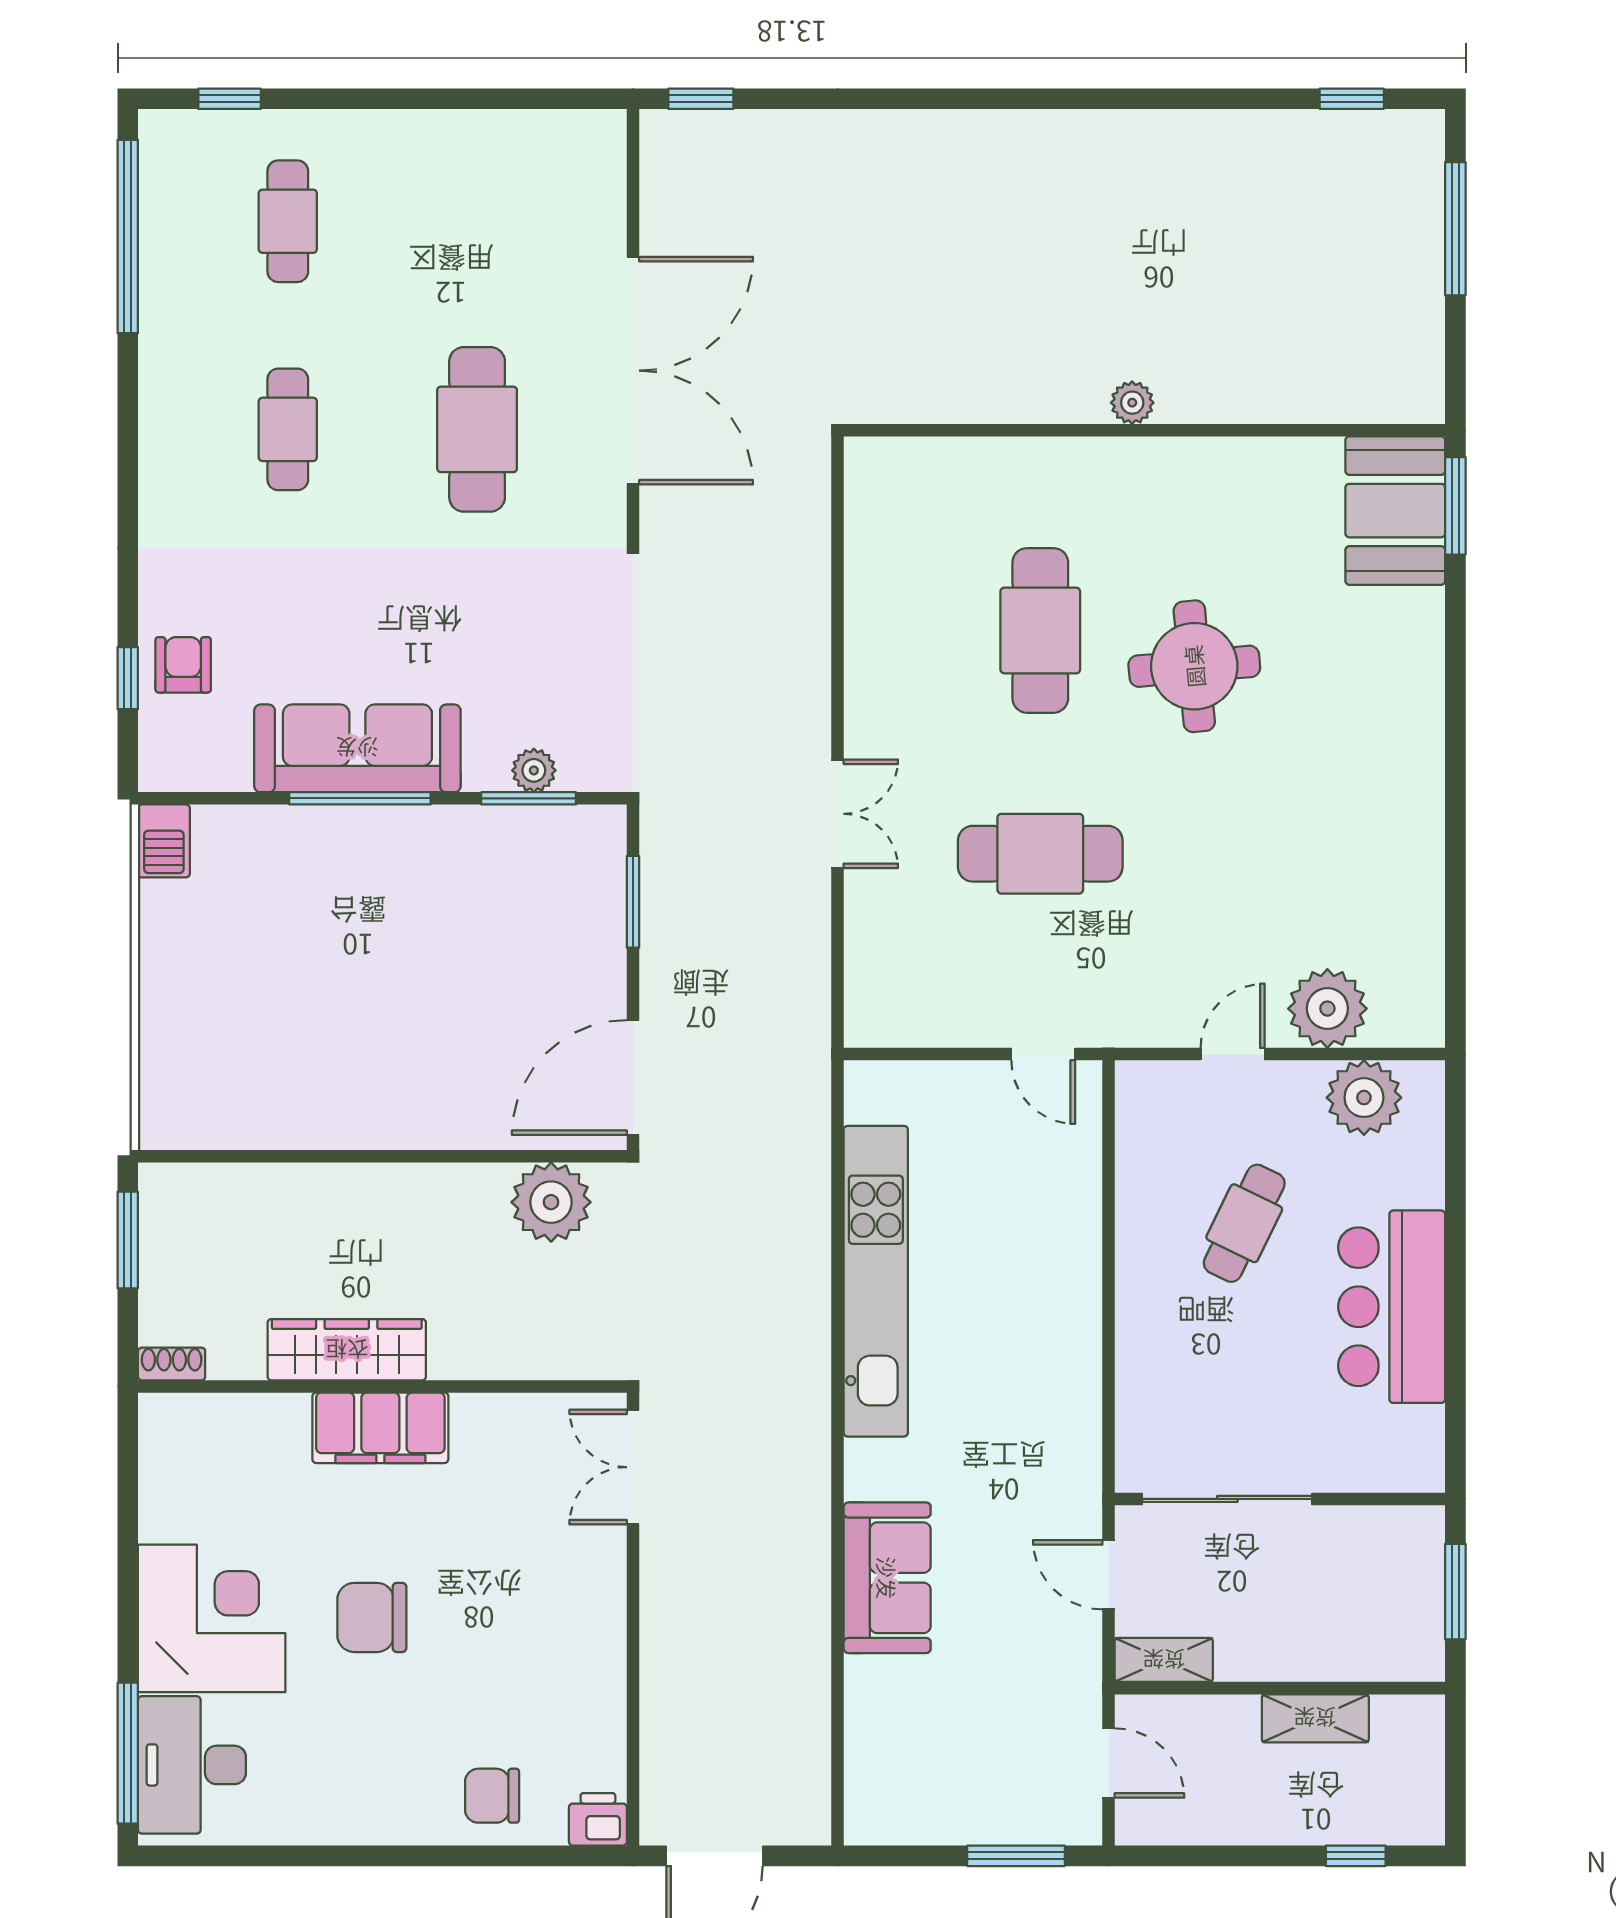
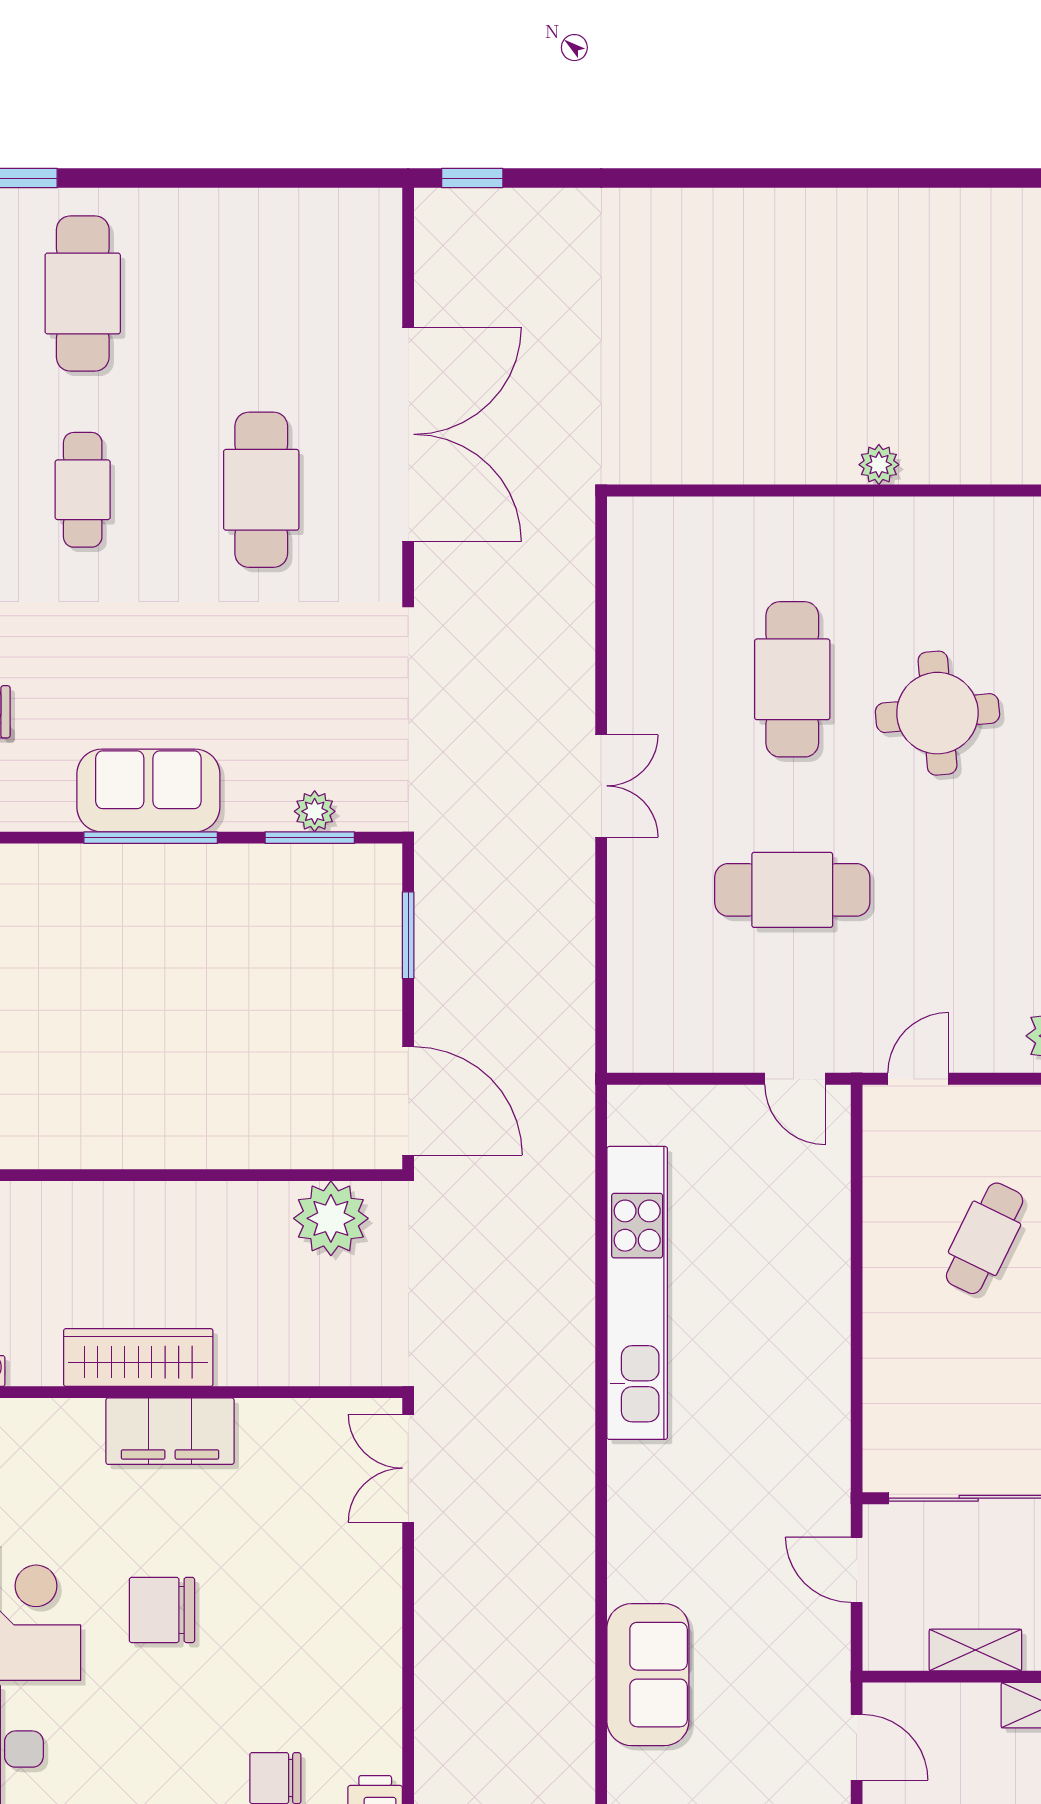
cafe table: (288, 221) -> (83, 293), width x1.37, depth x1.35
sofa: (357, 748) -> (148, 790), width x0.73
double door: (838, 814) -> (601, 786), moved
door: (1233, 1054) -> (918, 1079), moved
door: (633, 1078) -> (408, 1101), swing flipped
sofa: (887, 1578) -> (648, 1675), moved
shelving: (1164, 1660) -> (975, 1650), moved

